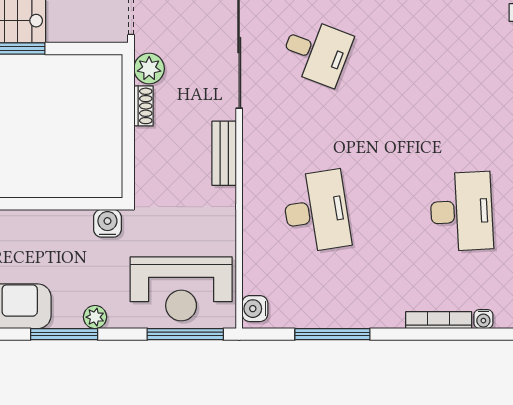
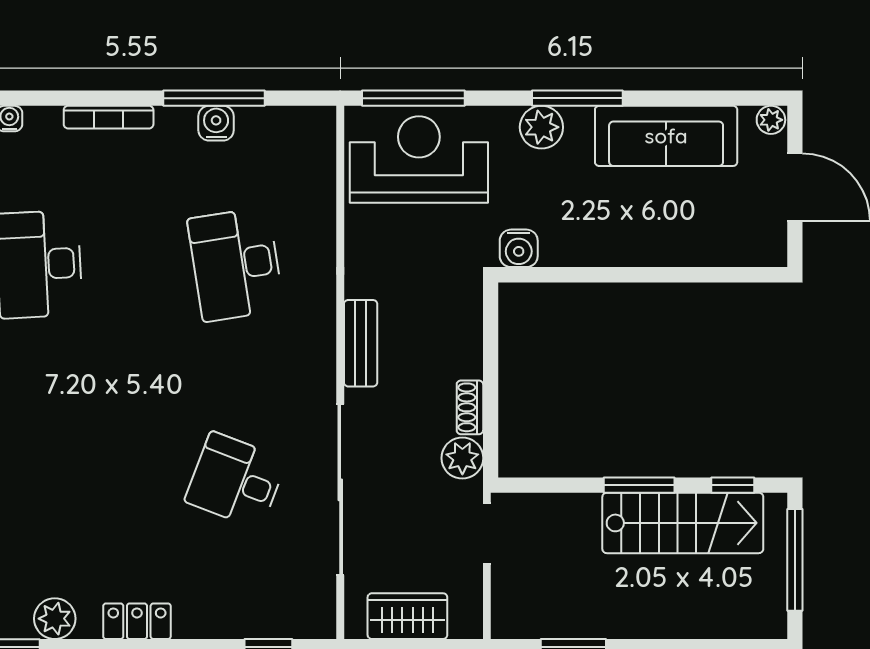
water cooler: (255, 309) -> (216, 123), moved, turned -90
plant: (95, 317) -> (541, 127), width x1.38, depth x1.38
bookcase: (439, 320) -> (109, 117), moved

